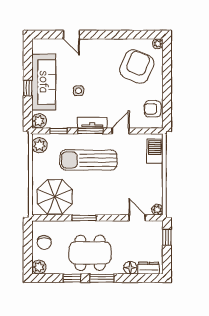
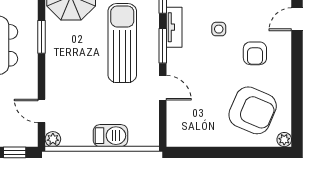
armchair: (153, 109) -> (255, 53), moved, turned 180
tv unit: (92, 123) -> (174, 27), moved
barbecue: (155, 151) -> (110, 136), moved
door: (137, 218) -> (42, 111), swing flipped

